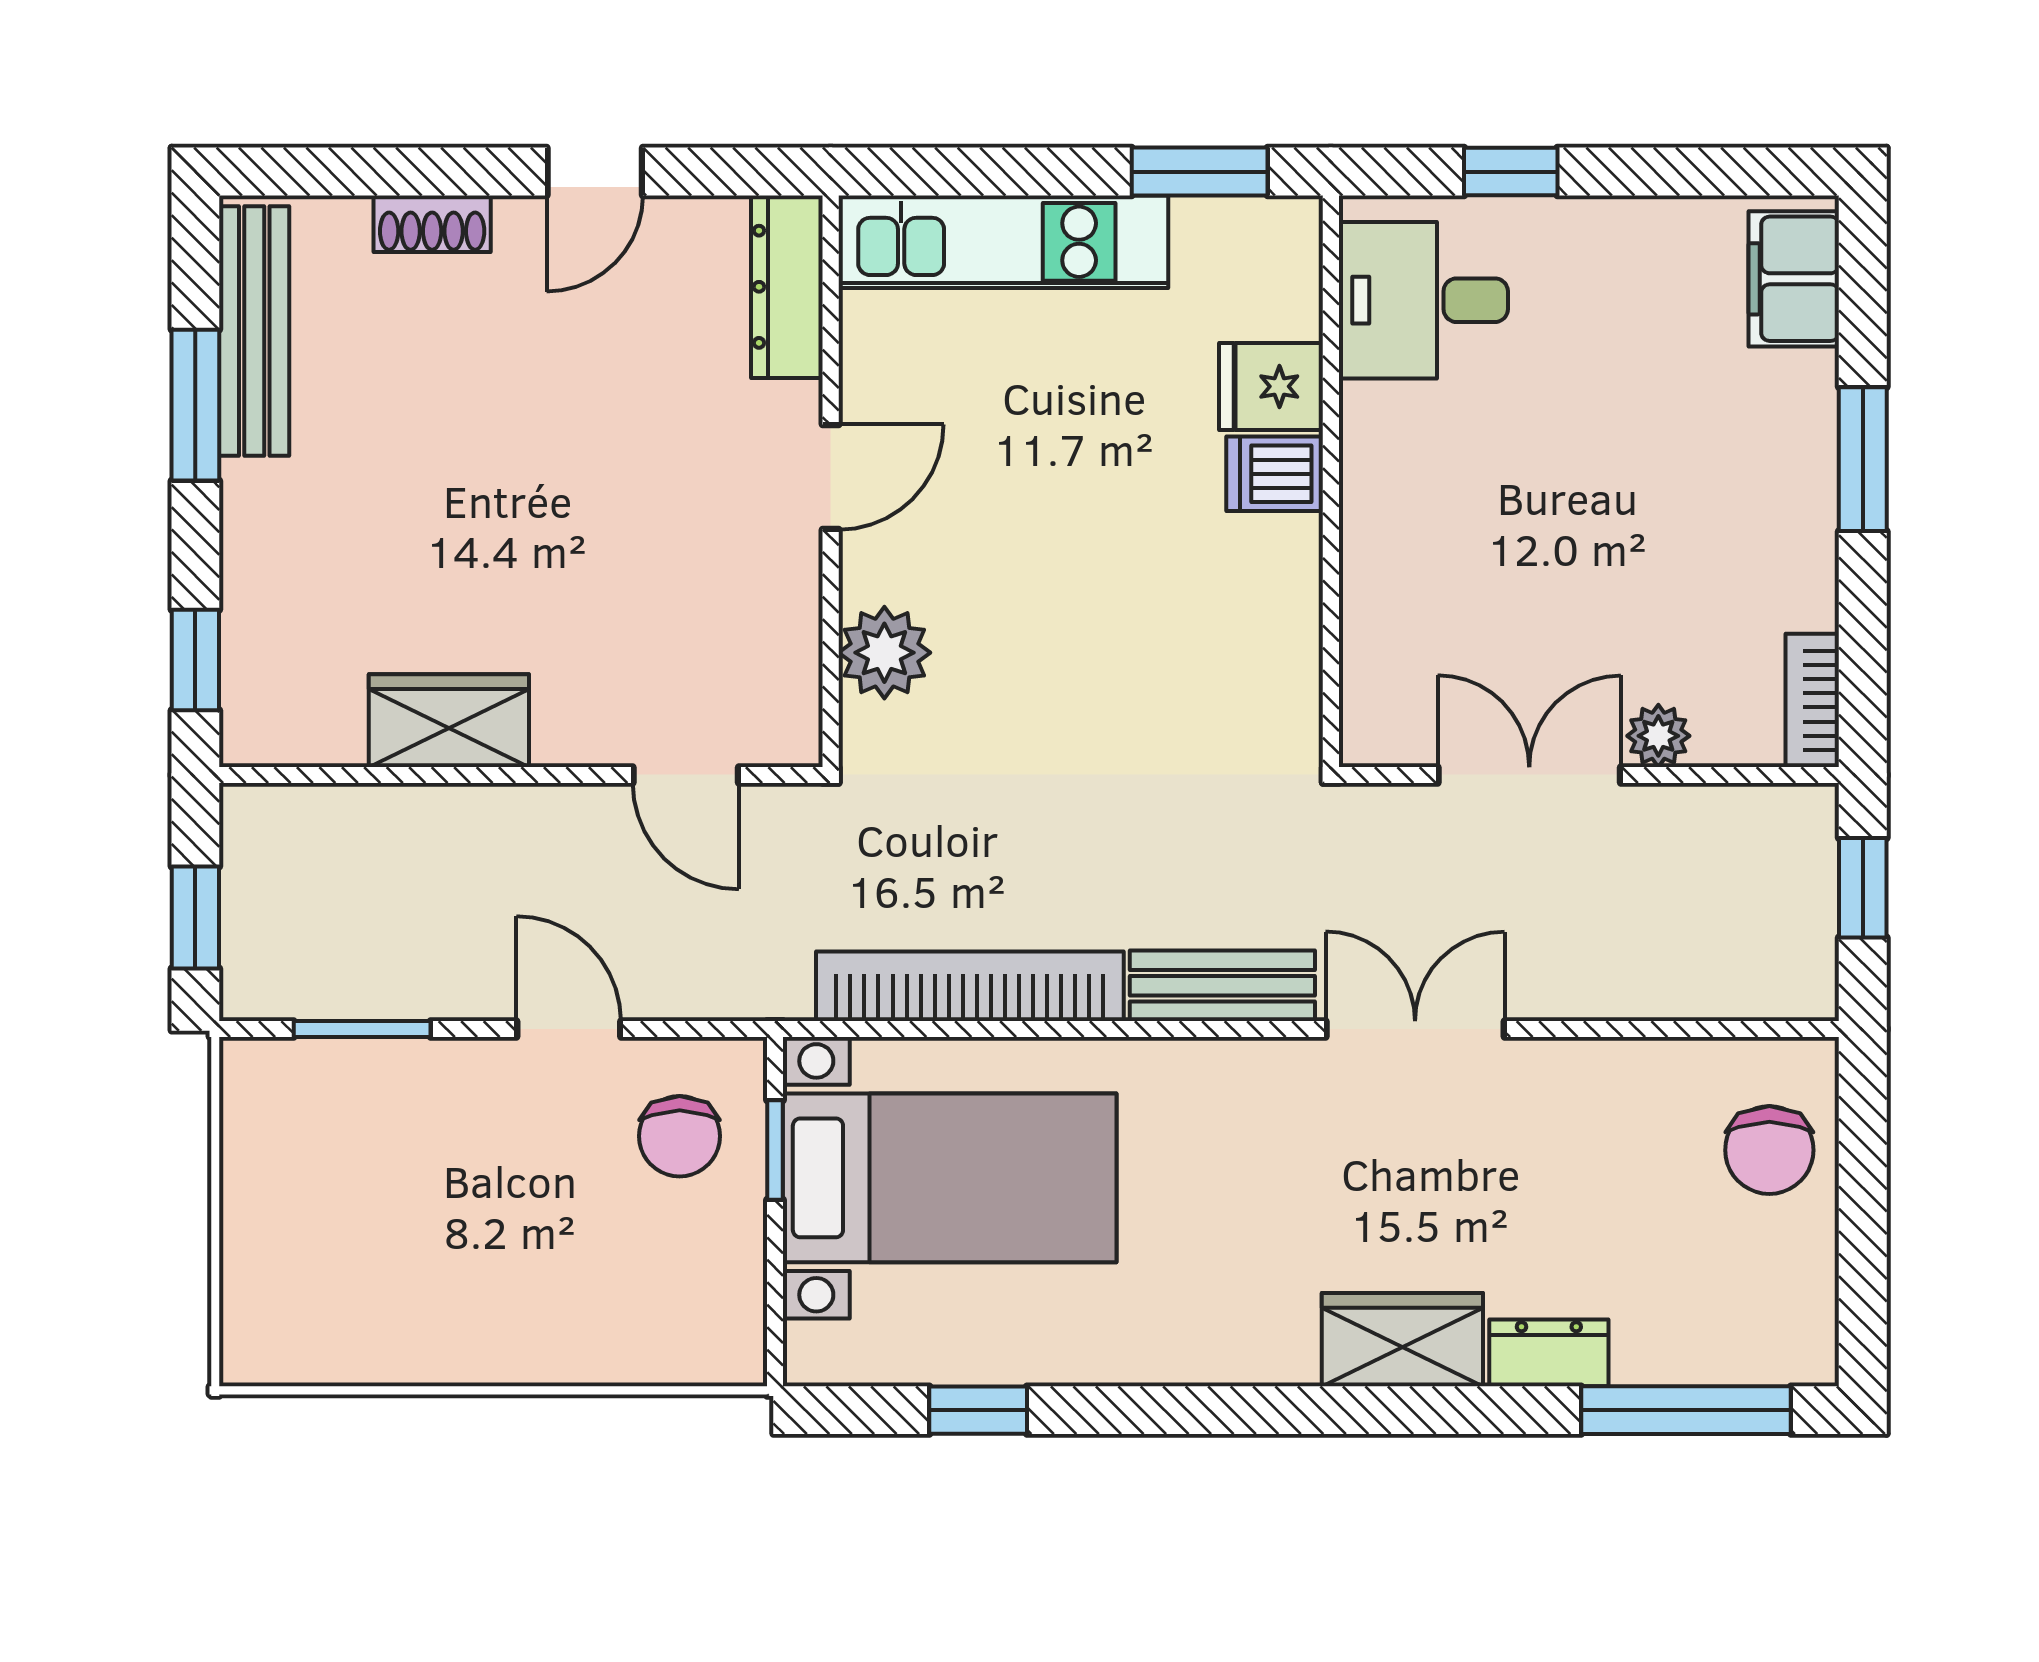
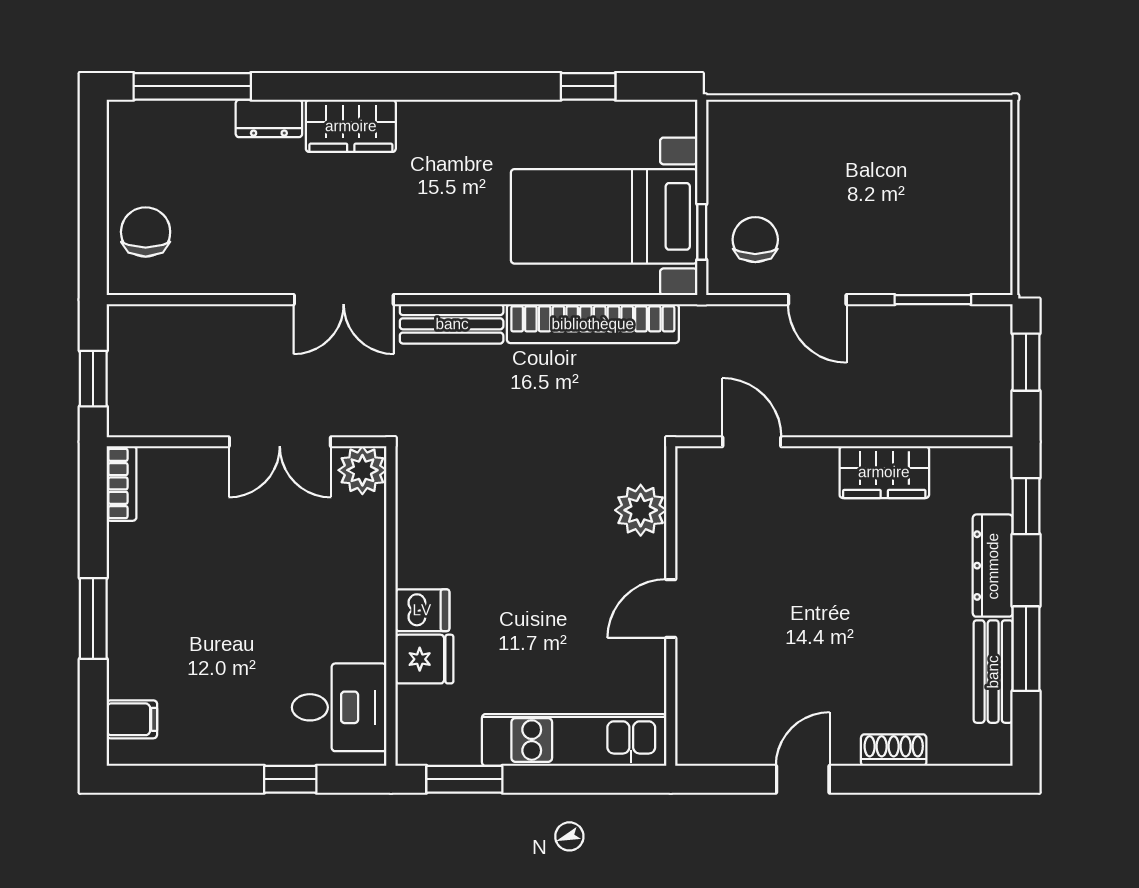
filing cabinet: (1794, 279) -> (132, 719), width x0.50
dresser: (787, 287) -> (993, 566), moved, turned 180
bench: (254, 331) -> (993, 672), width x0.73
plant: (1658, 736) -> (362, 470), moved, width x1.38, depth x1.38

